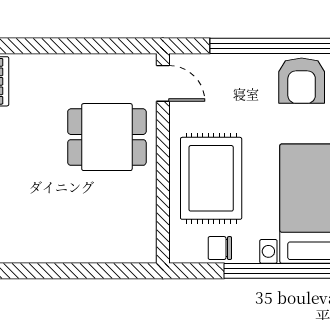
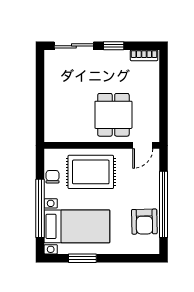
armchair: (302, 81) -> (144, 222), turned -91

